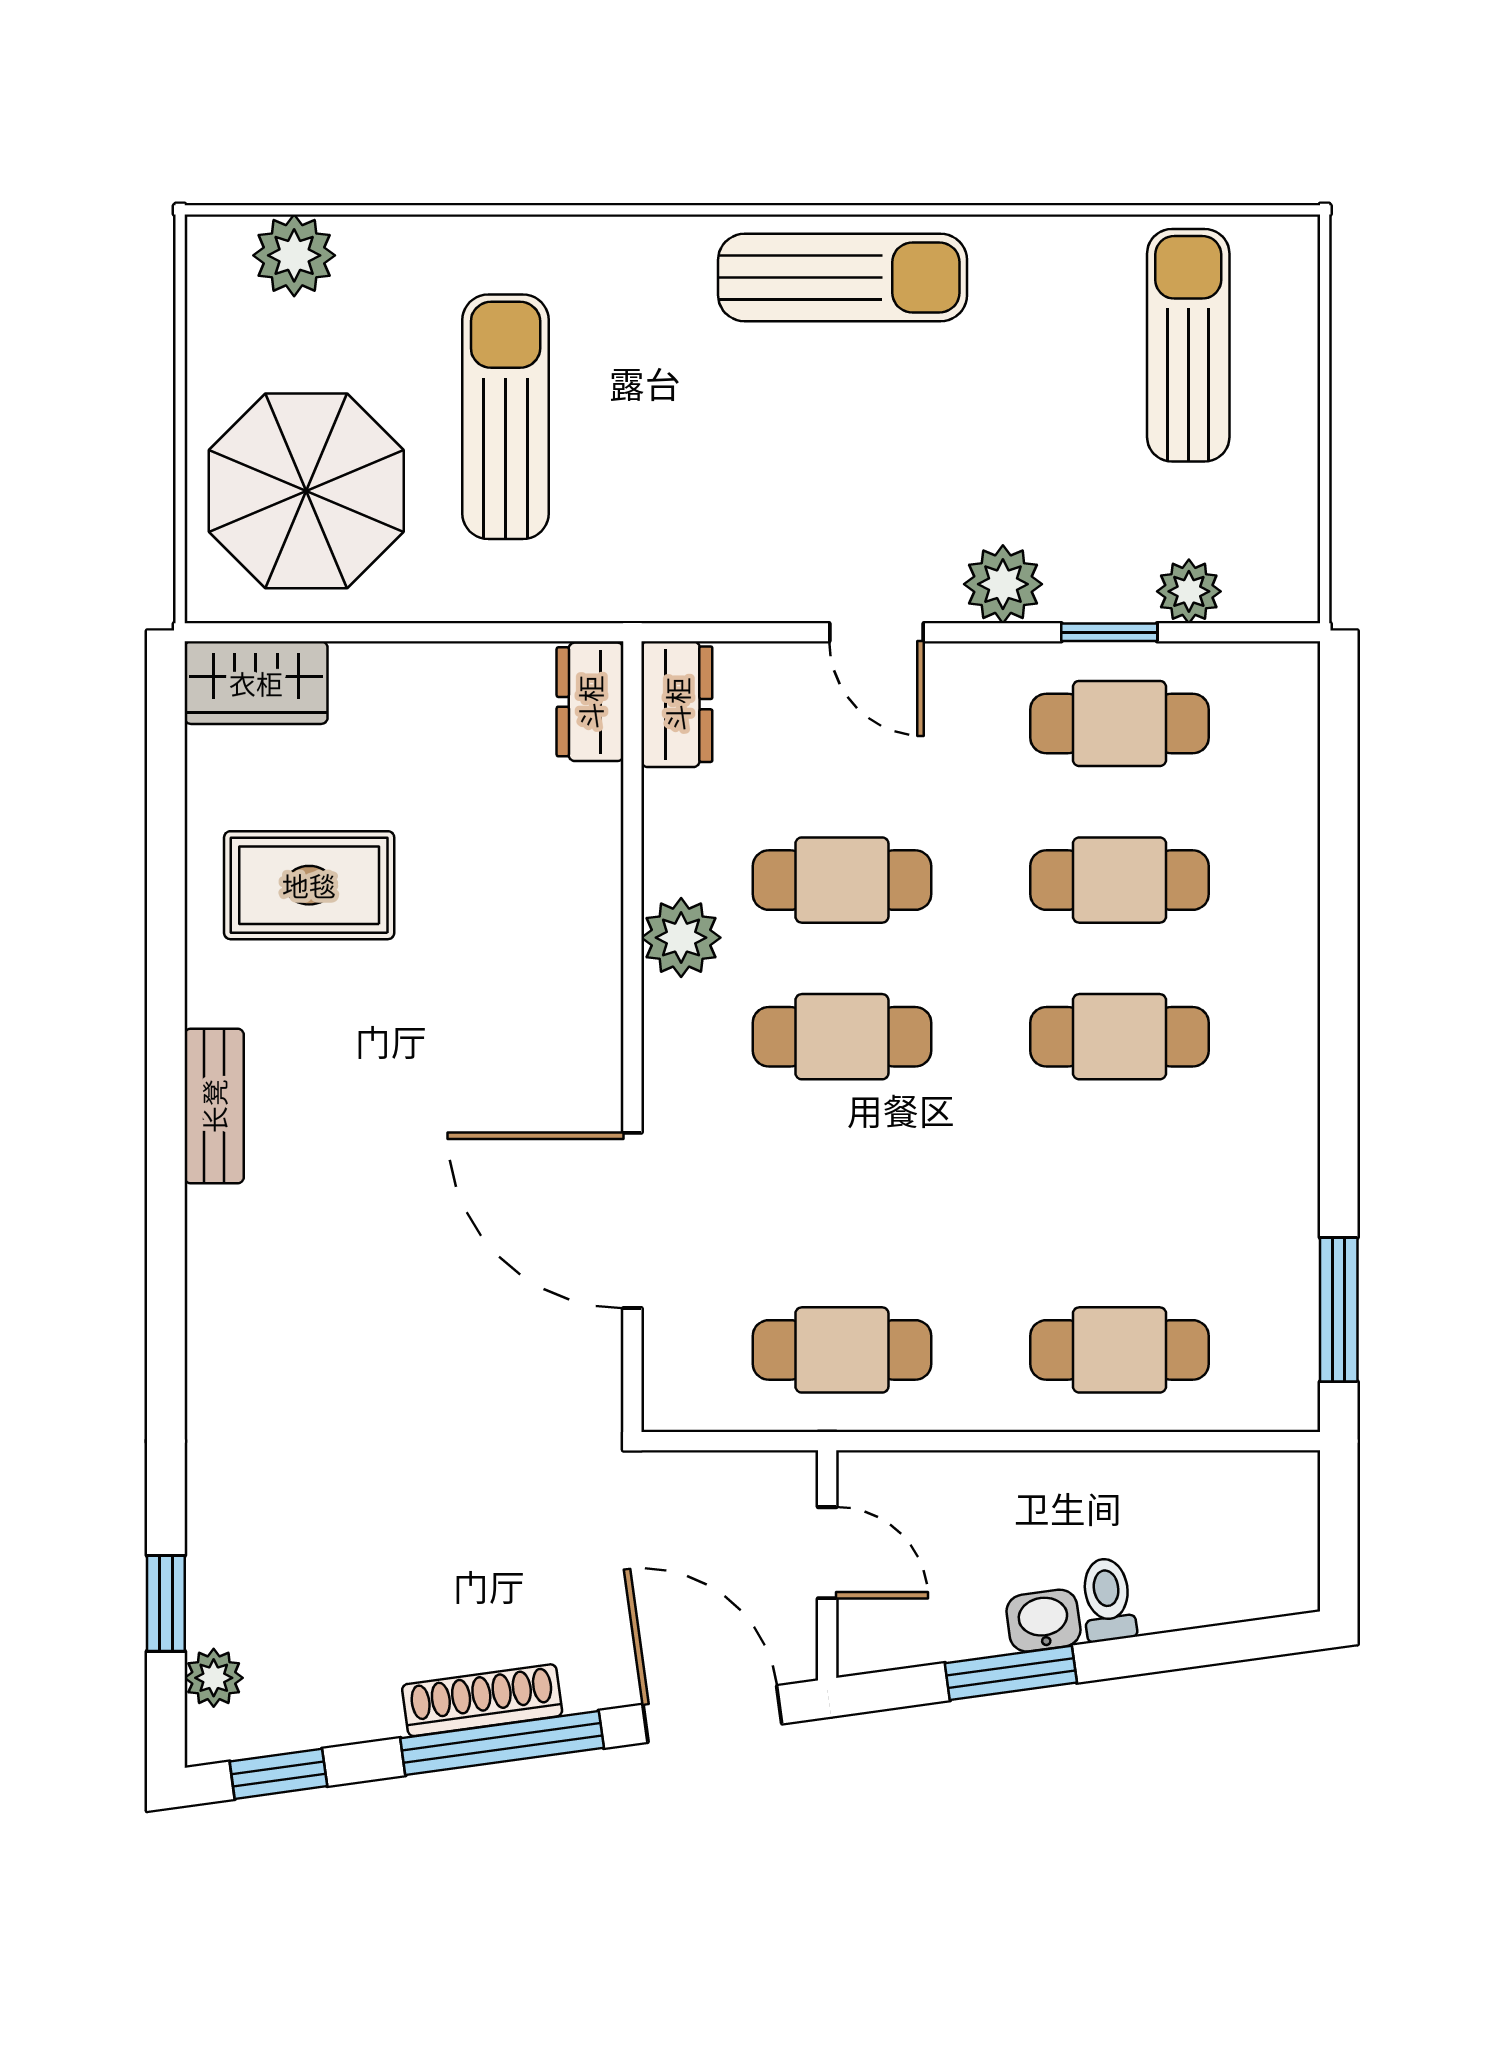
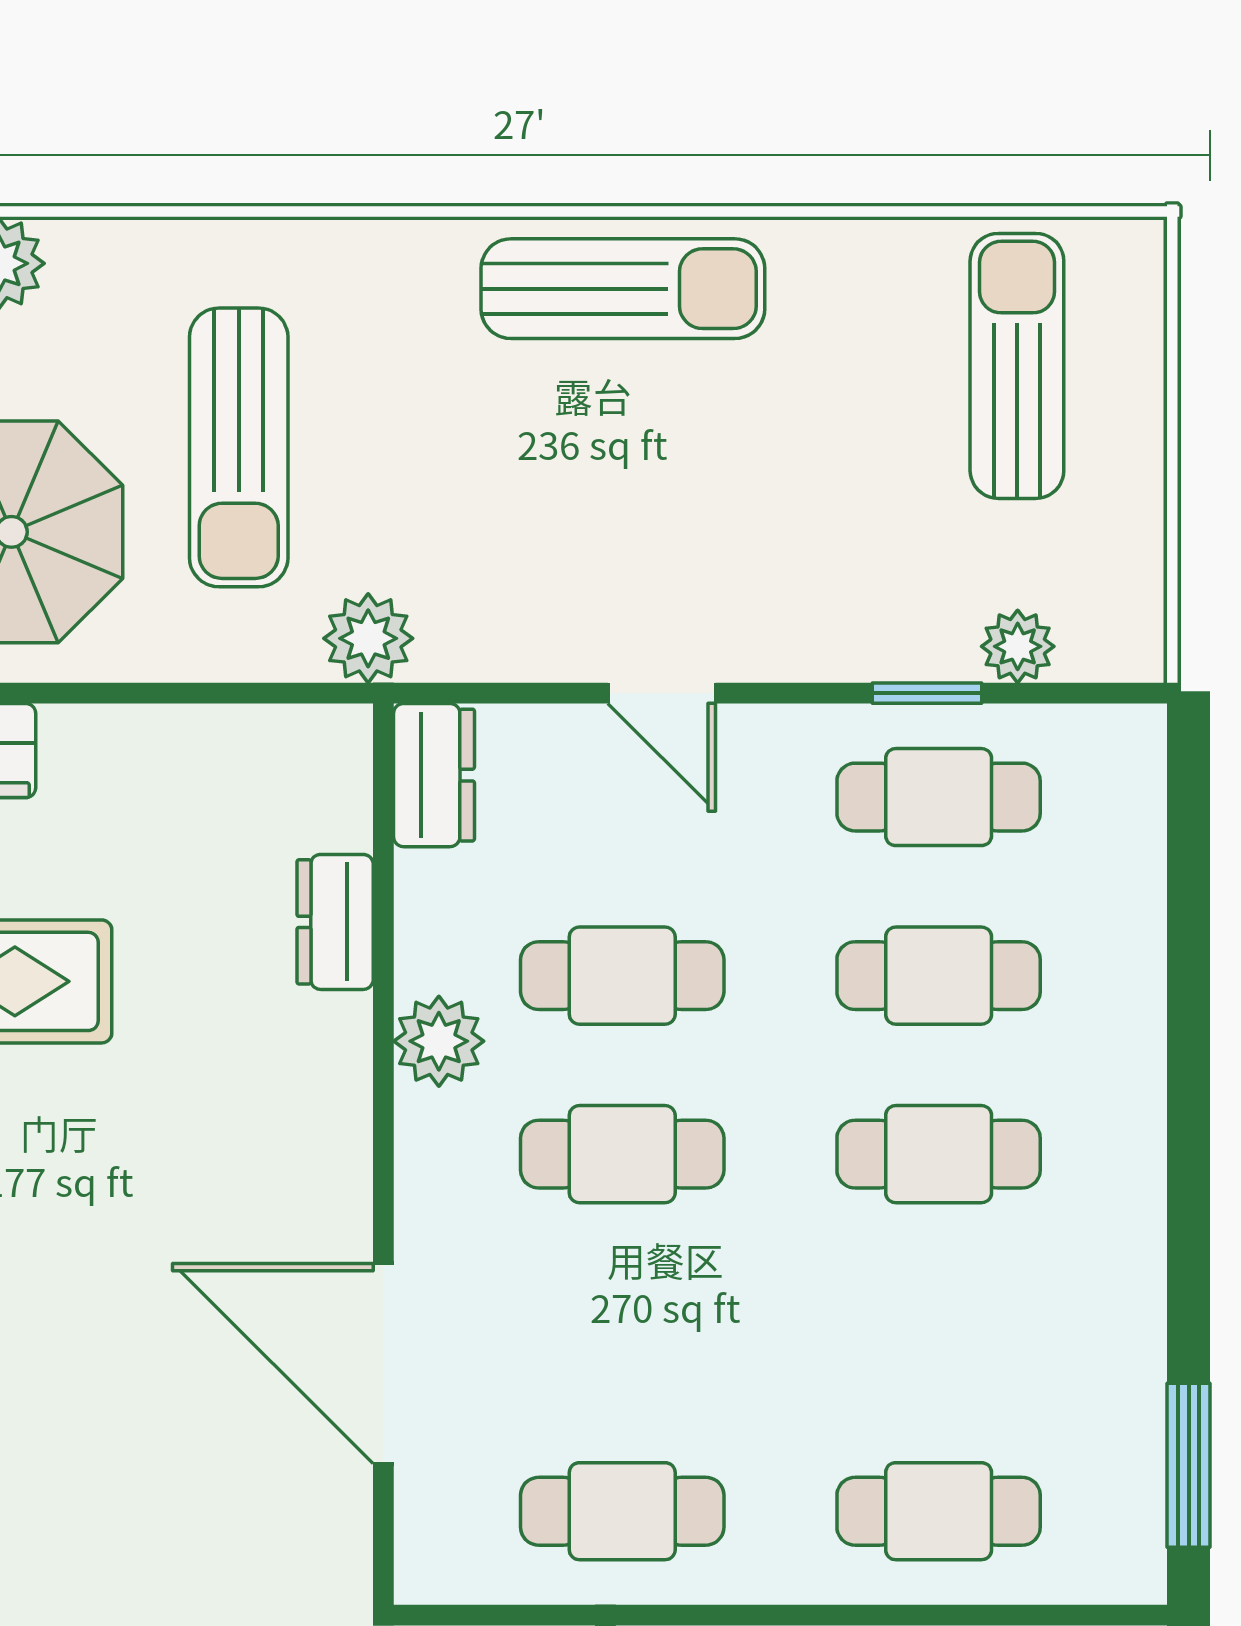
sun lounger: (506, 417) -> (239, 447), turned 180
plant: (1003, 584) -> (368, 638), moved
dresser: (590, 702) -> (335, 922), moved

